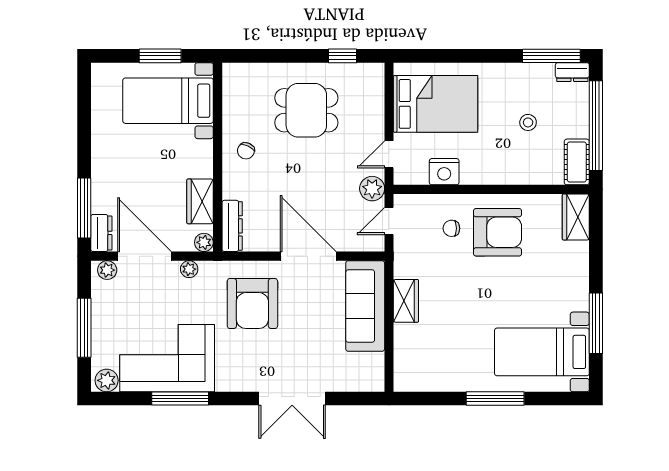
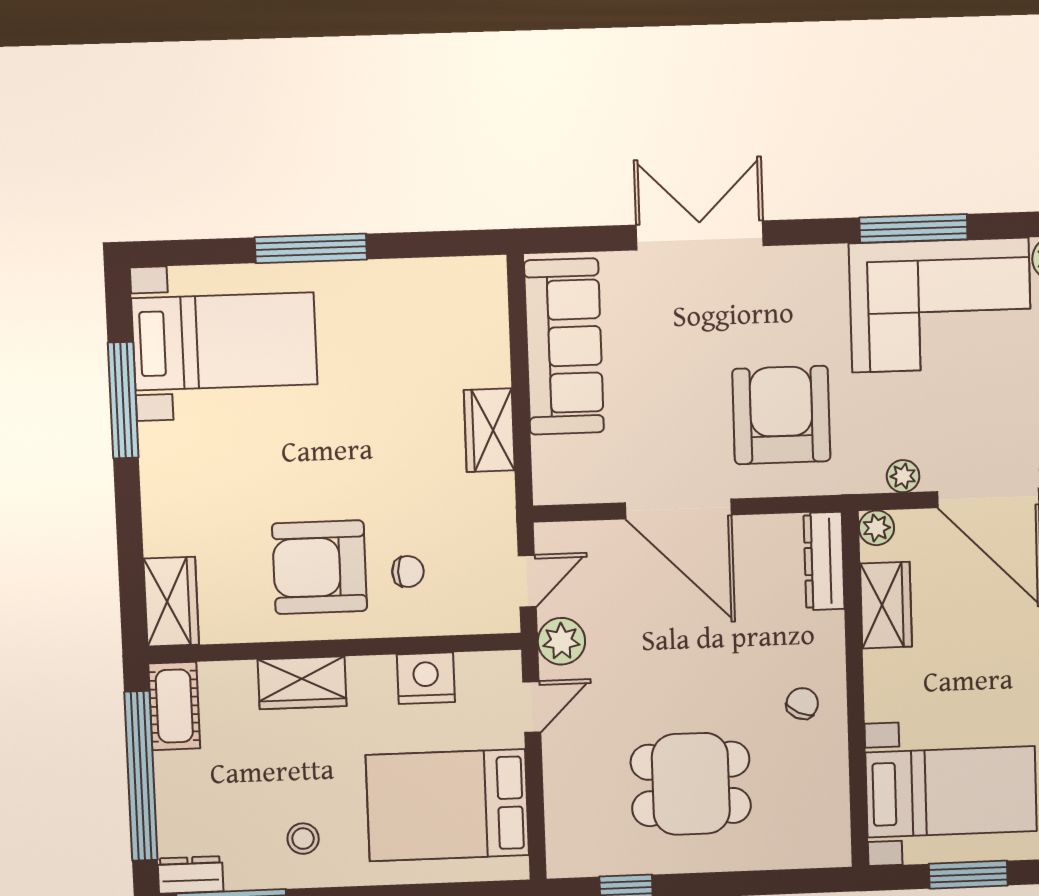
stool: (528, 122) -> (303, 839), moved
wardrobe: (509, 172) -> (302, 683), added
sofa: (365, 306) -> (564, 347), moved

